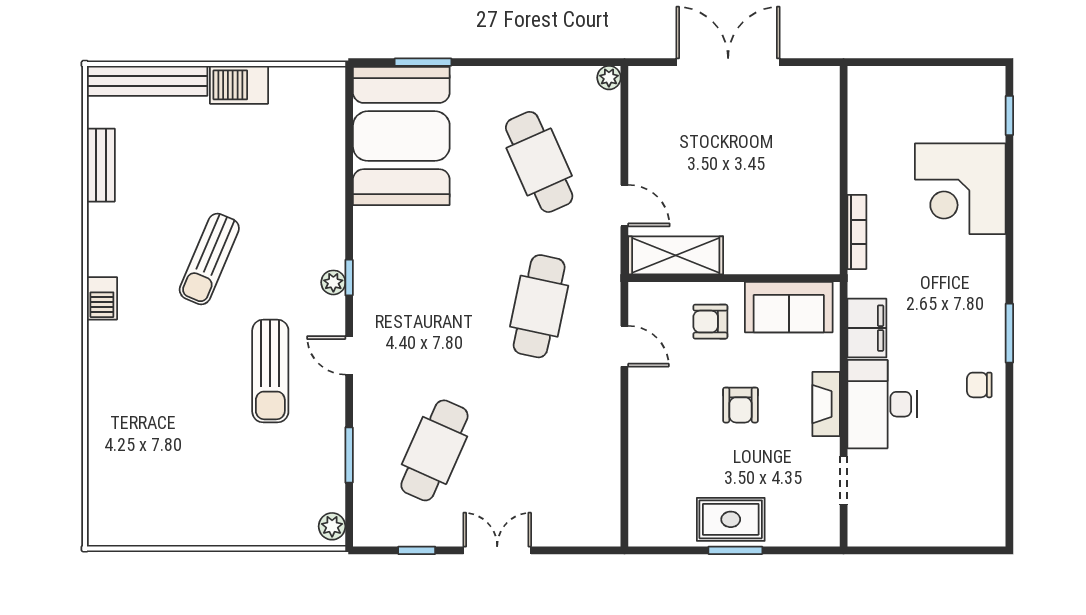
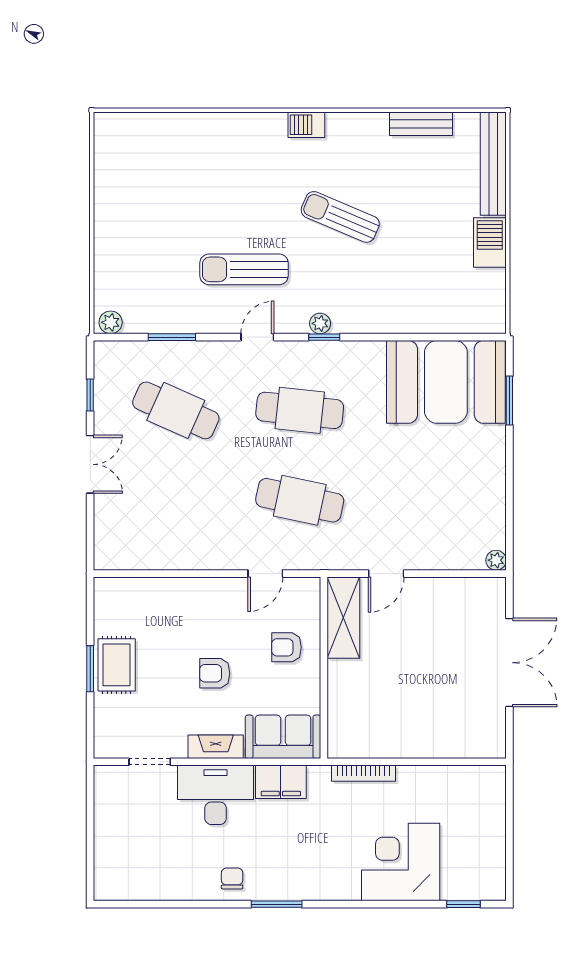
cafe table: (539, 162) -> (300, 410), moved, turned 30
sofa: (789, 307) -> (283, 737), moved, turned 90
armchair: (710, 322) -> (286, 647), turned -90

